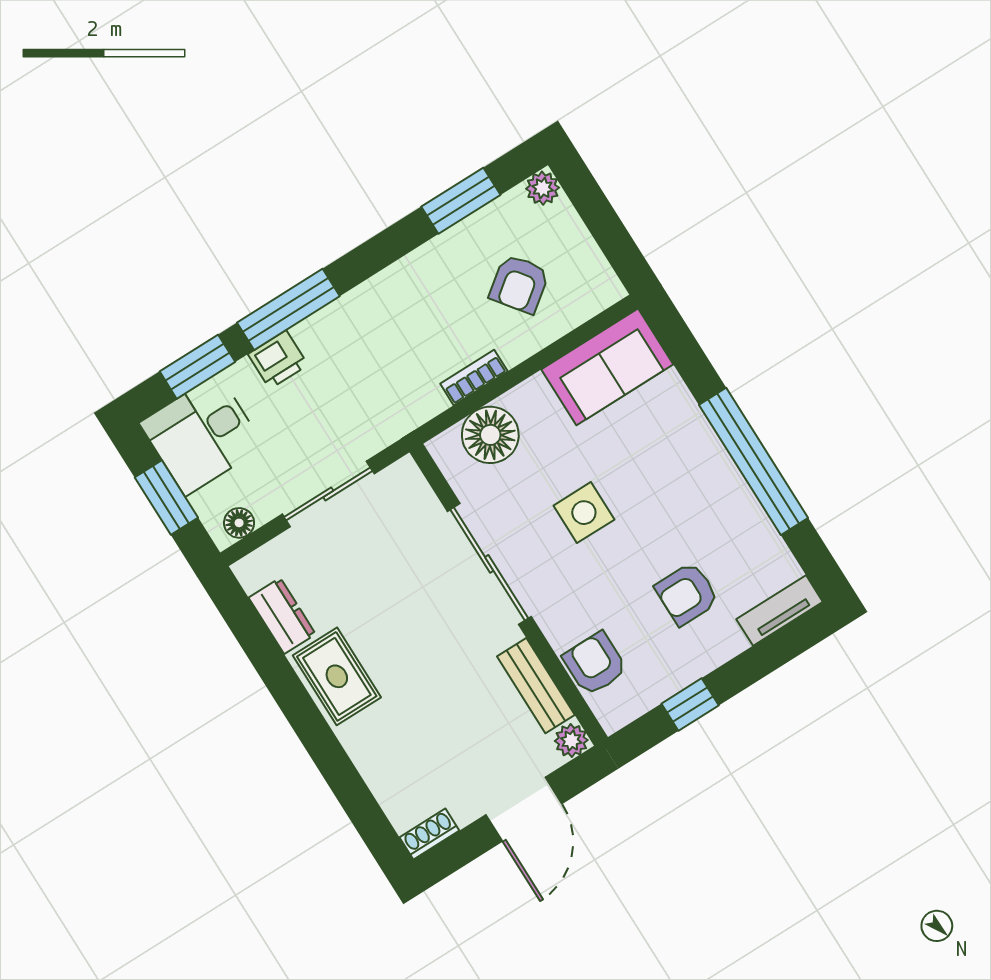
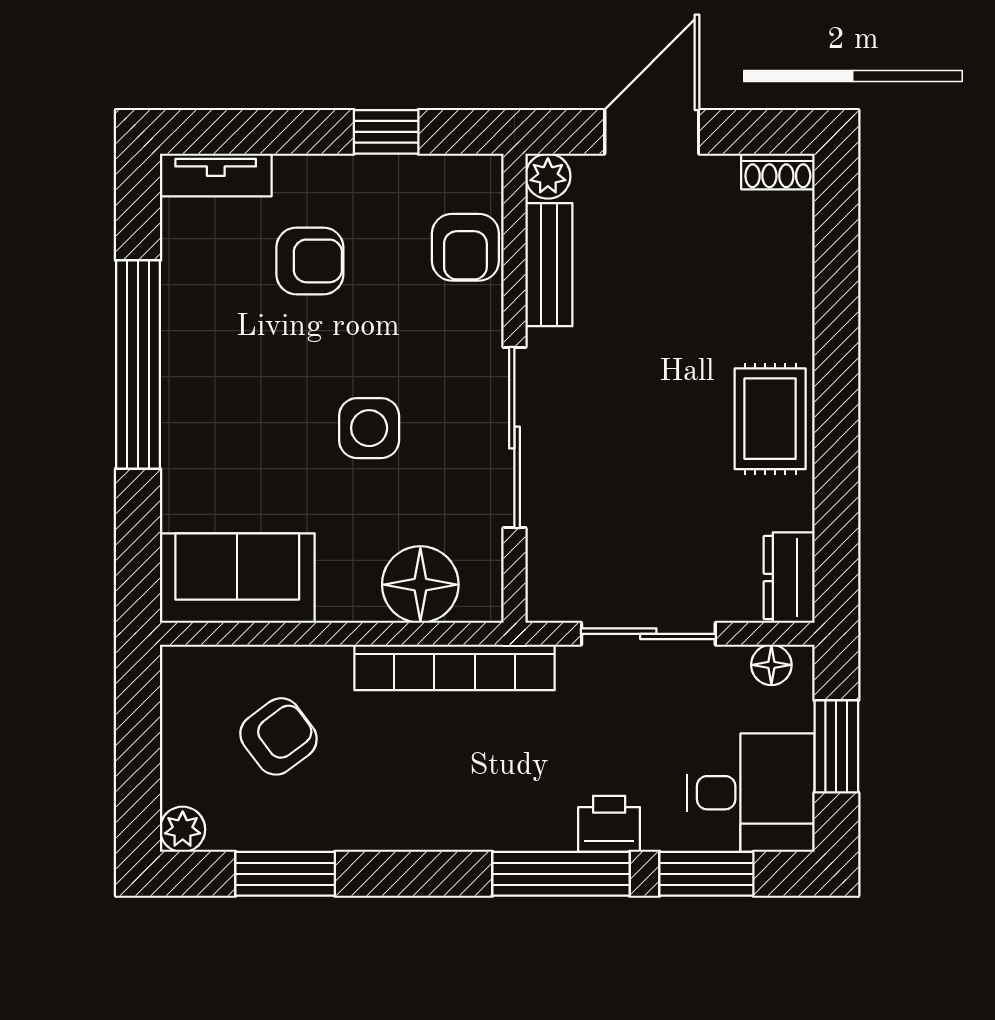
bookcase: (474, 378) -> (454, 667), width x2.31, depth x1.31
dresser: (282, 616) -> (789, 578), moved

